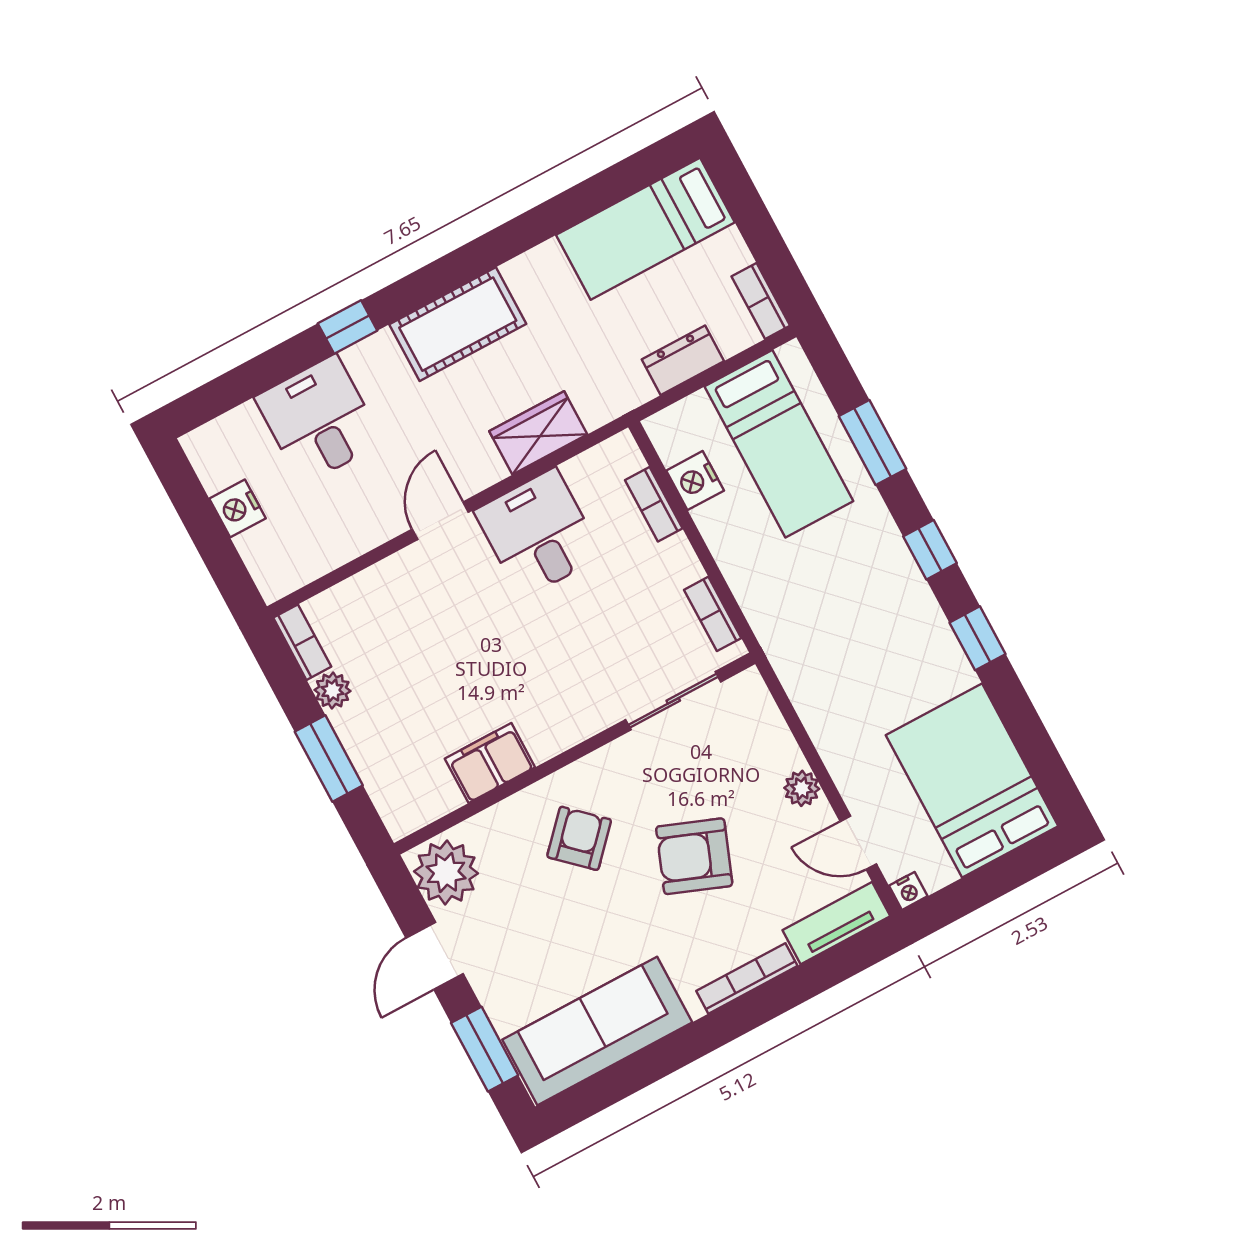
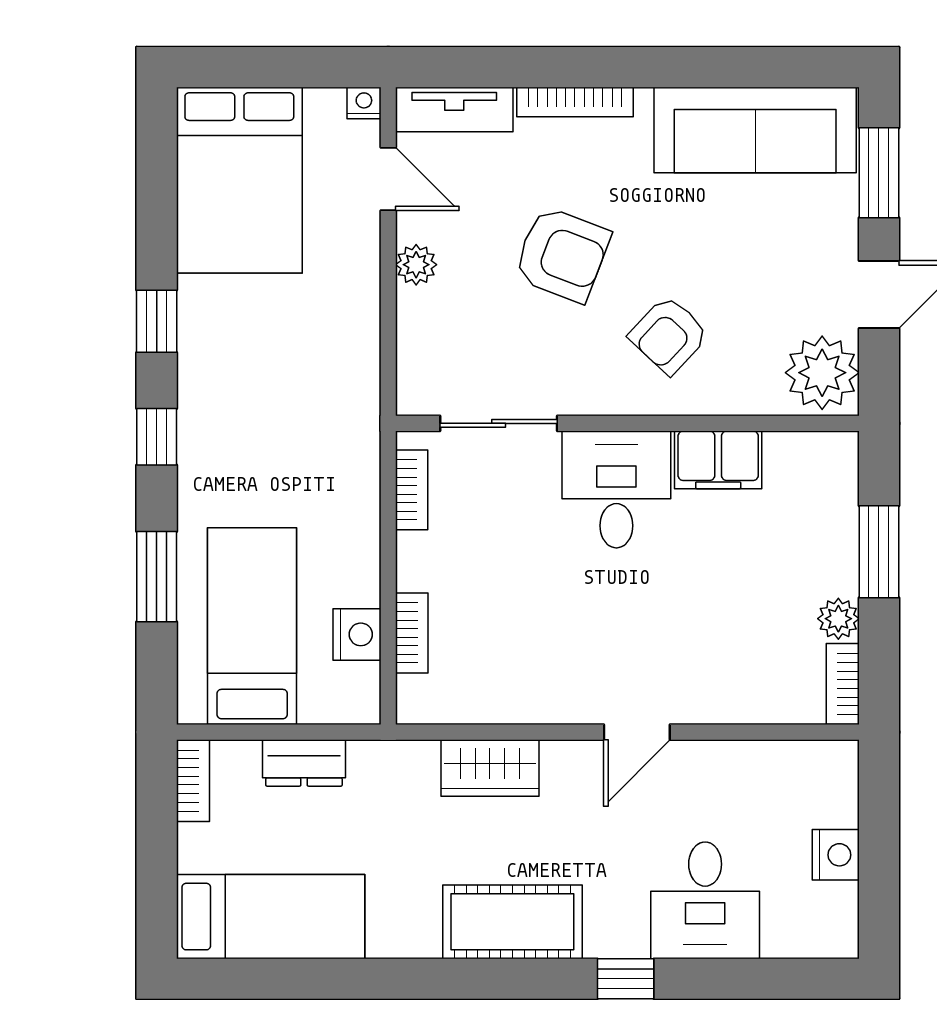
desk: (538, 533) -> (616, 489), moved, turned 180

